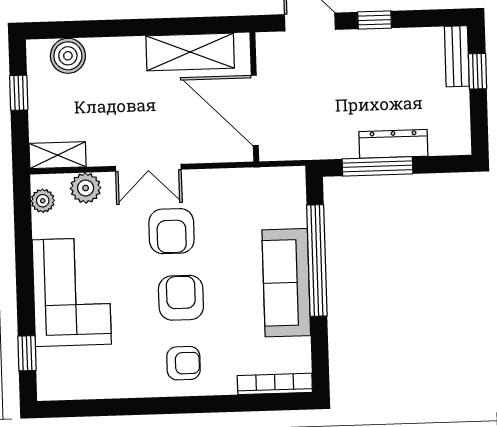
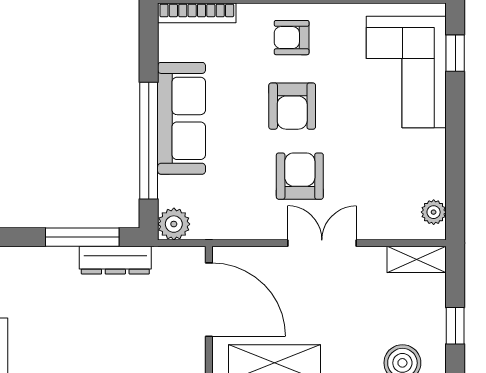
dresser: (393, 144) -> (115, 260), moved
plant: (86, 188) -> (174, 224), moved
corner sofa: (72, 292) -> (406, 72), moved

